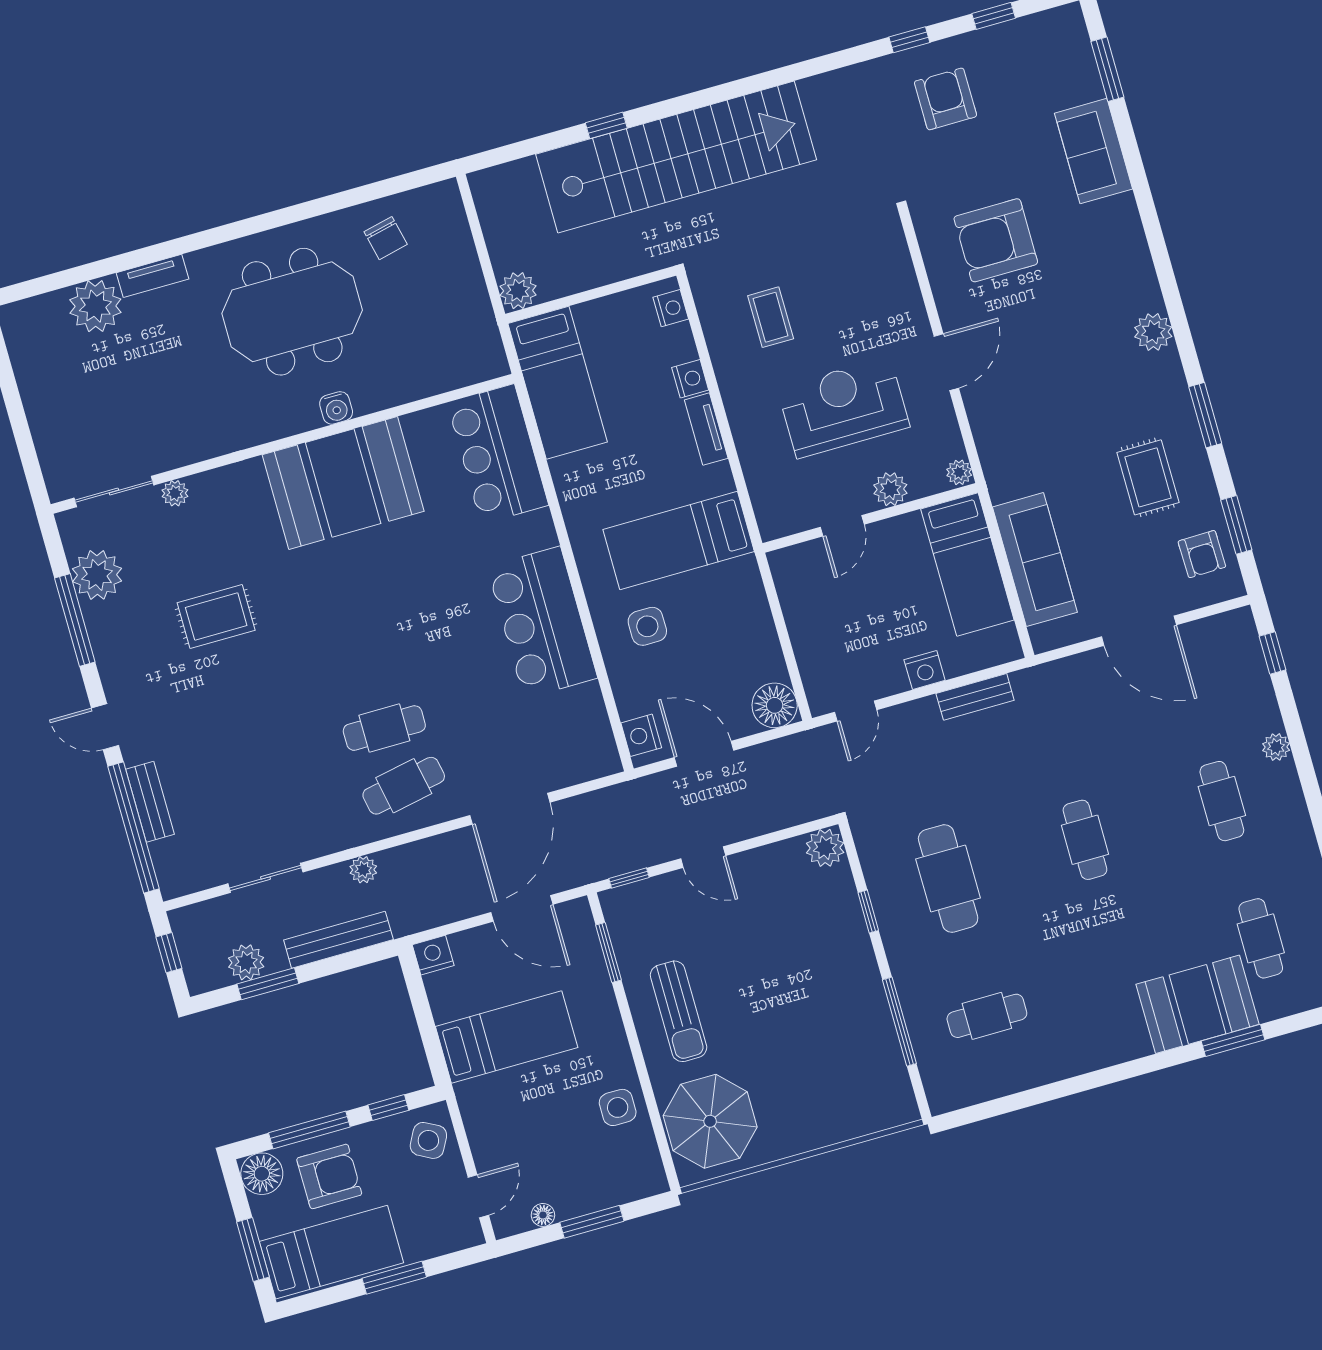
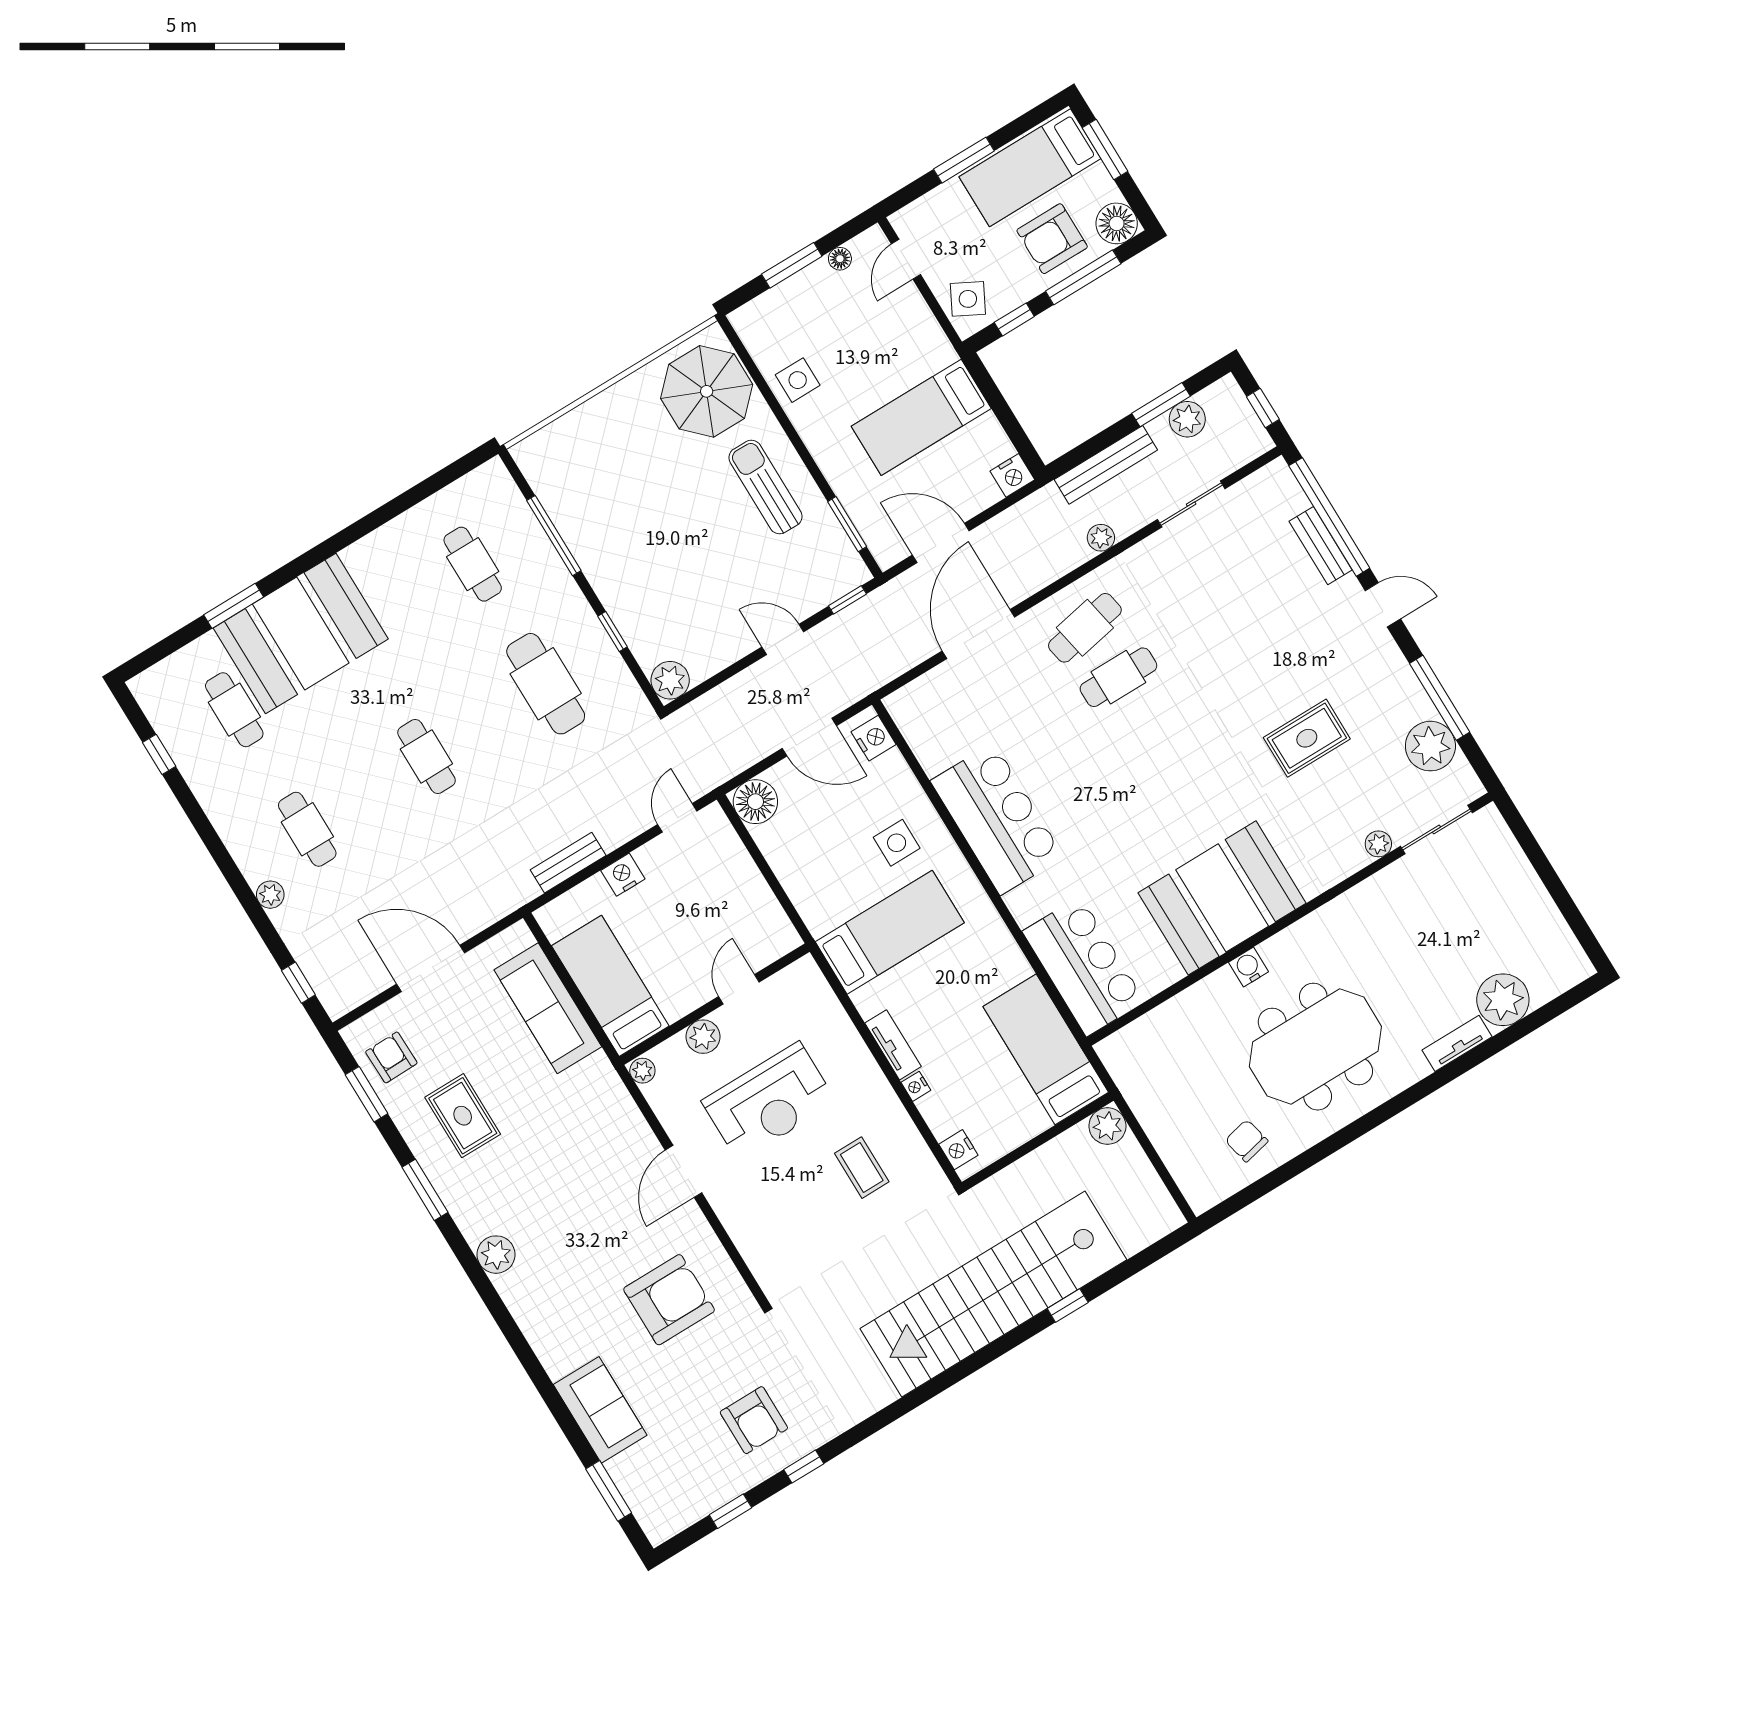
nightstand: (690, 379) -> (916, 1086), width x0.72, depth x0.74
booth: (1197, 1004) -> (301, 633), width x1.36, depth x1.42
cafe table: (987, 1016) -> (473, 564), turned 90

